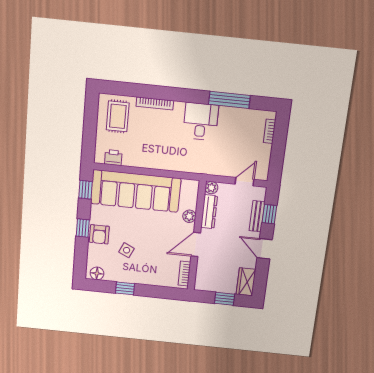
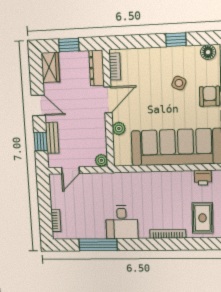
dresser: (209, 212) -> (97, 68), moved

